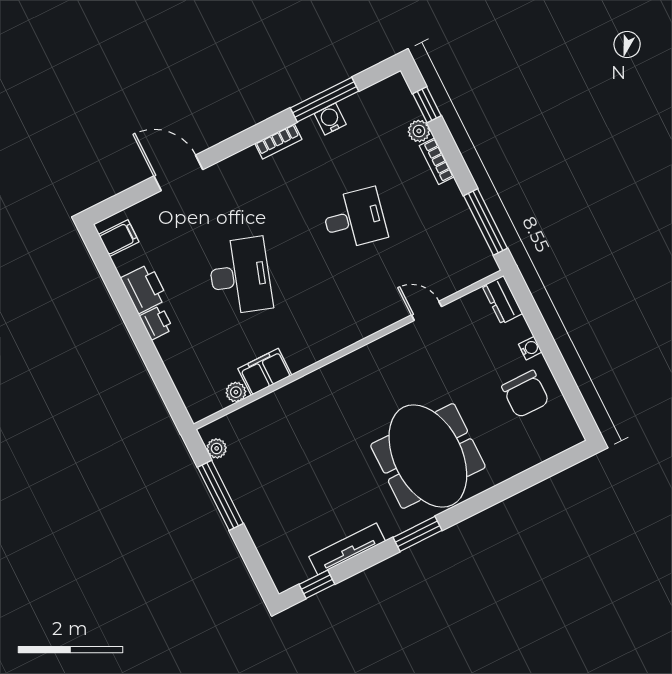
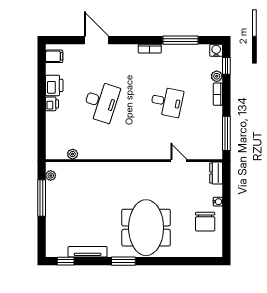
water cooler: (330, 119) -> (216, 50), moved
filing cabinet: (265, 372) -> (90, 151), removed

